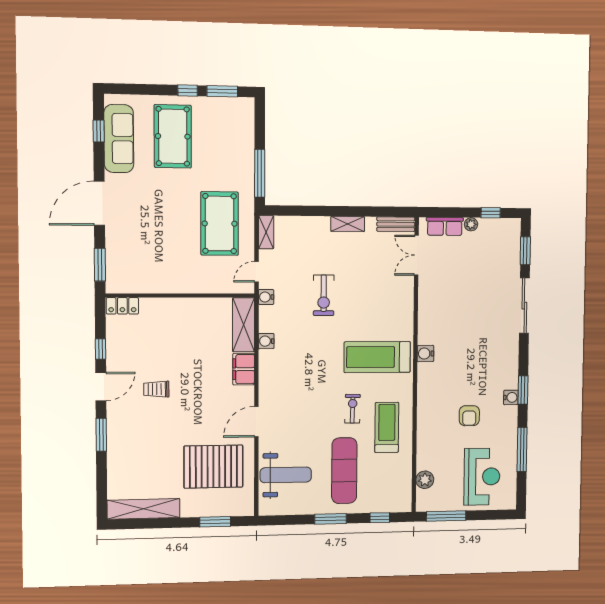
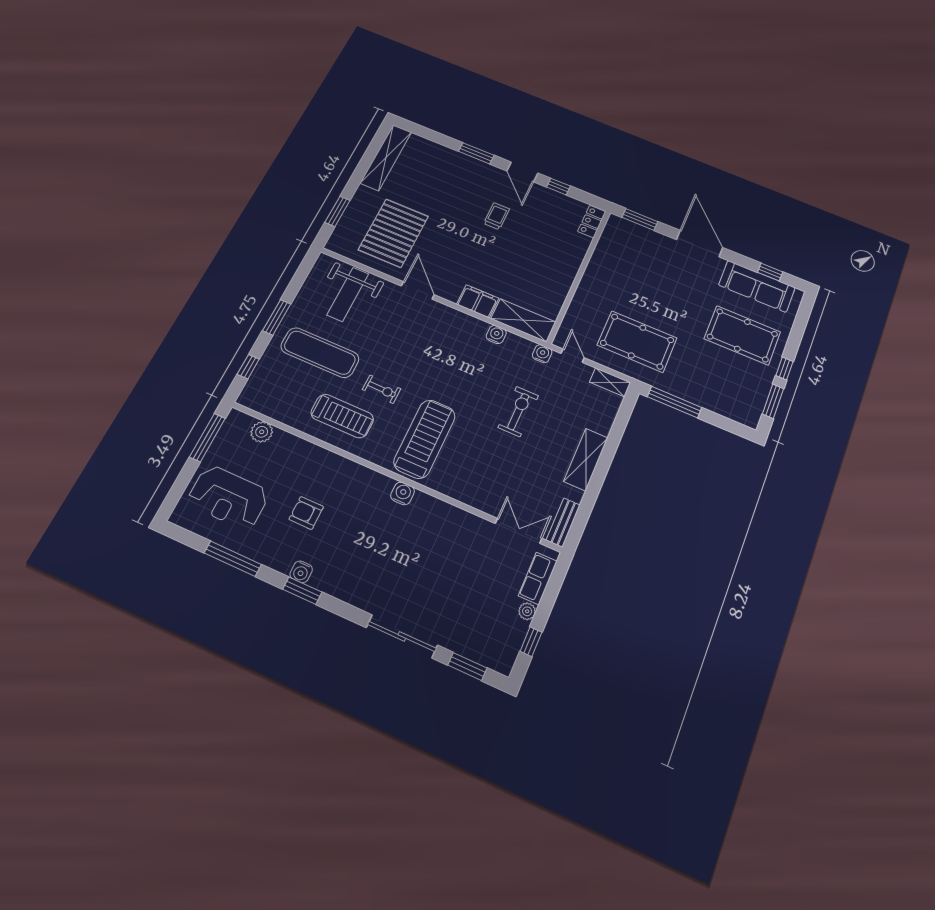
shelving: (348, 224) -> (586, 460), width x1.50, depth x1.33
exercise bike: (324, 295) -> (518, 412), turned 90

